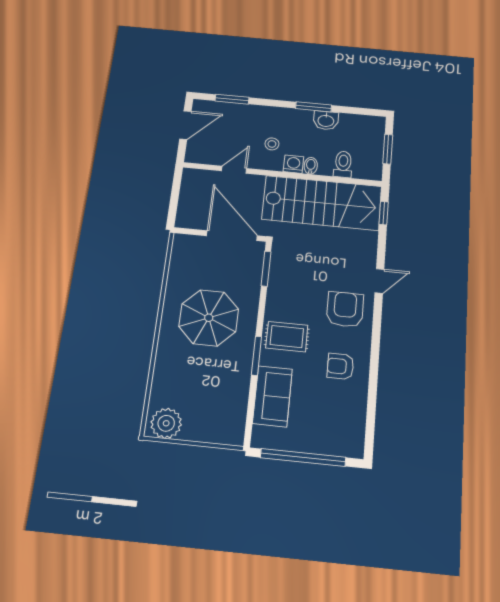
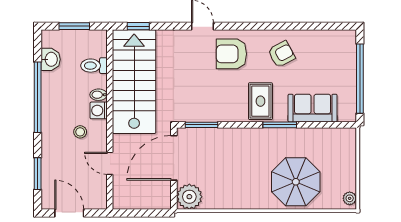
window: (314, 107) -> (38, 97), width x2.11
washbasin: (326, 120) -> (51, 59), moved
plant: (186, 248) -> (189, 197), added
parasol: (209, 318) -> (296, 182), moved
armchair: (340, 366) -> (281, 54), turned -118
plant: (166, 423) -> (350, 198), width x0.53, depth x0.53

